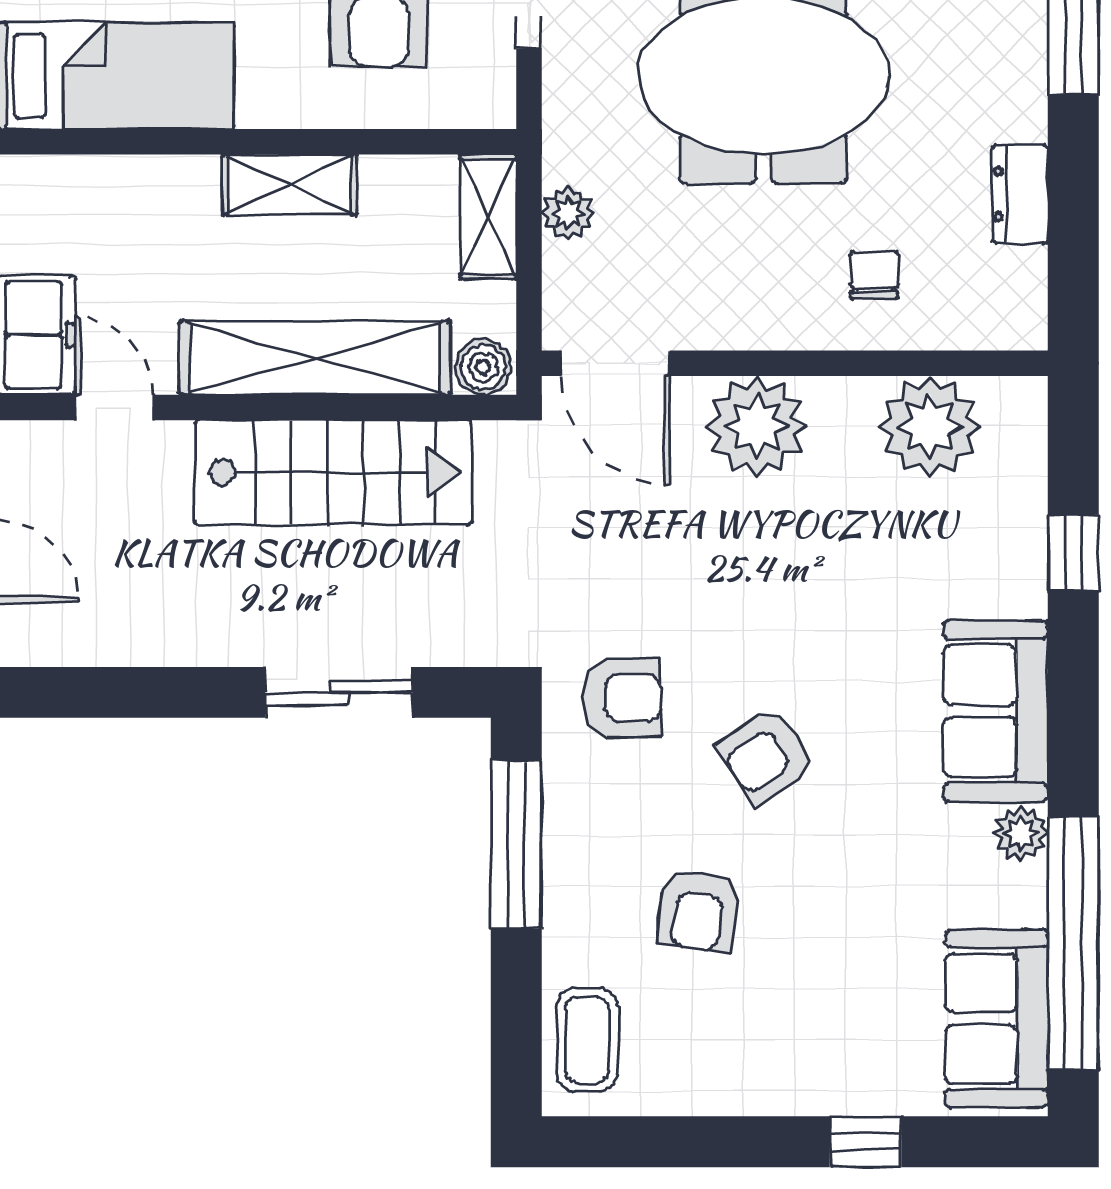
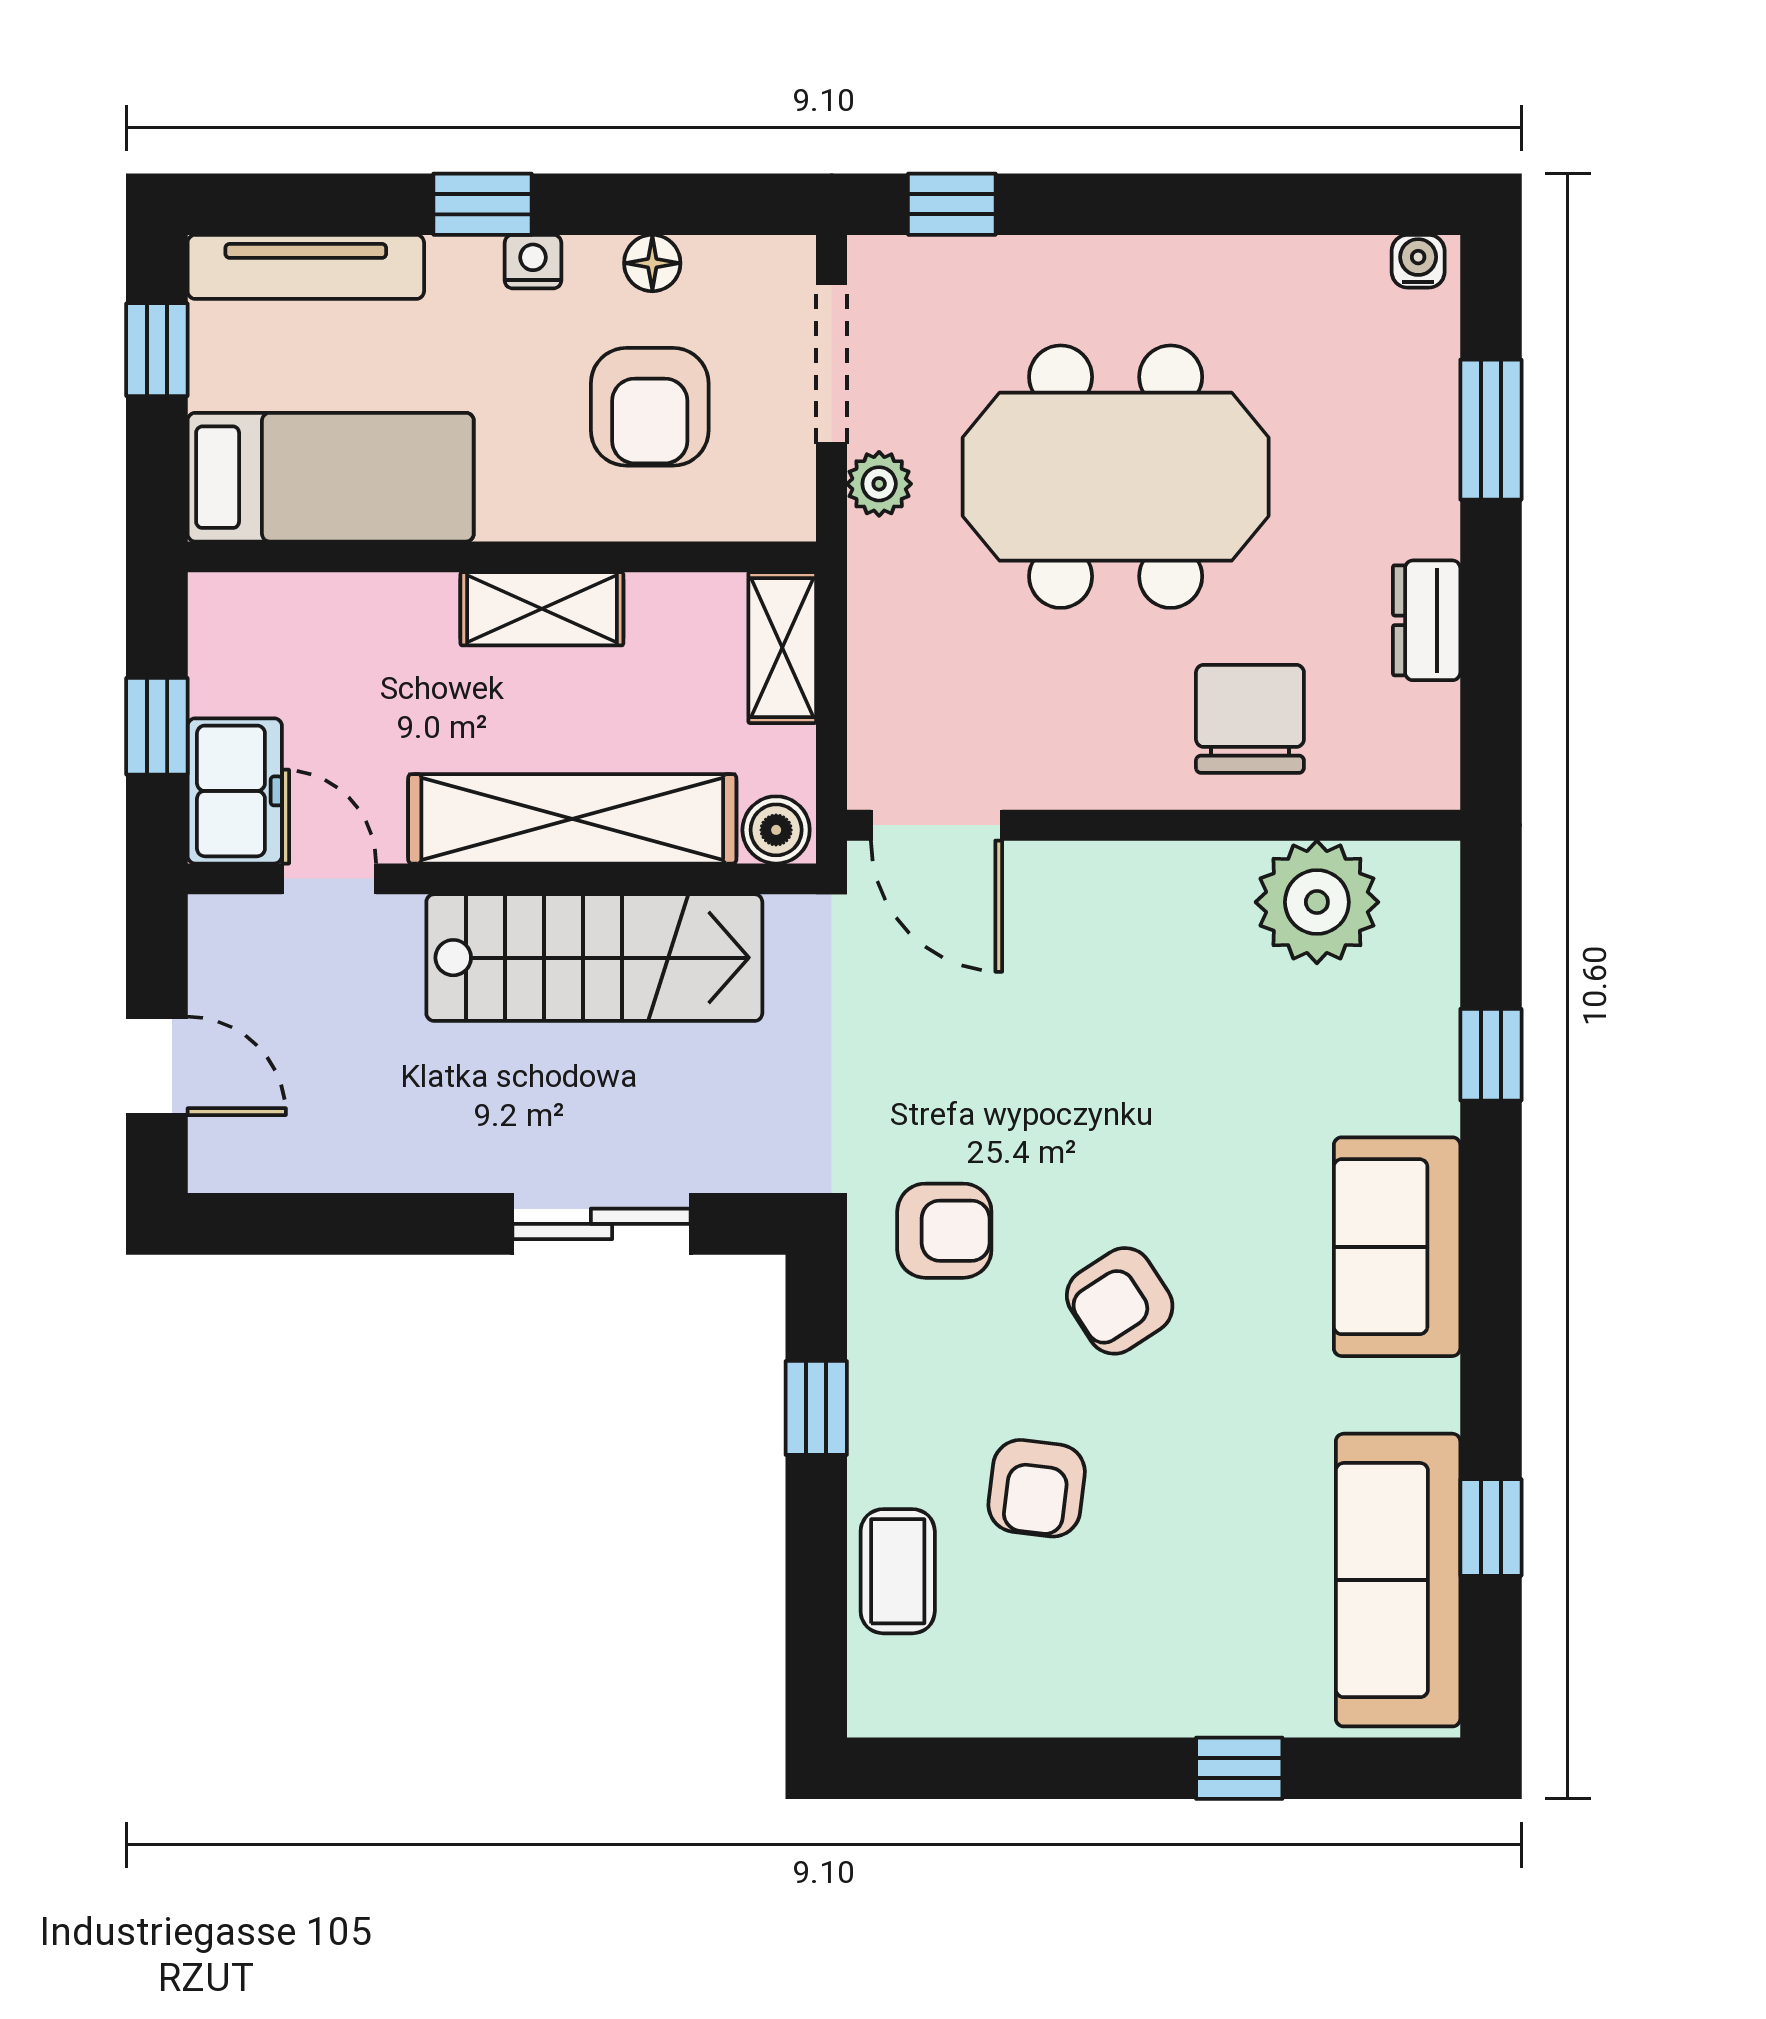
plant: (568, 213) -> (879, 484), moved
chair: (874, 275) -> (1250, 719), width x1.87, depth x1.87
plant: (757, 426) -> (1107, 901), removed
plant: (1021, 833) -> (1428, 1395), removed
window: (516, 844) -> (816, 1408), width x0.46
window: (1073, 943) -> (1491, 1527), width x0.32
sofa: (997, 1018) -> (1398, 1580), width x1.36
coffee table: (587, 1040) -> (898, 1571), moved

